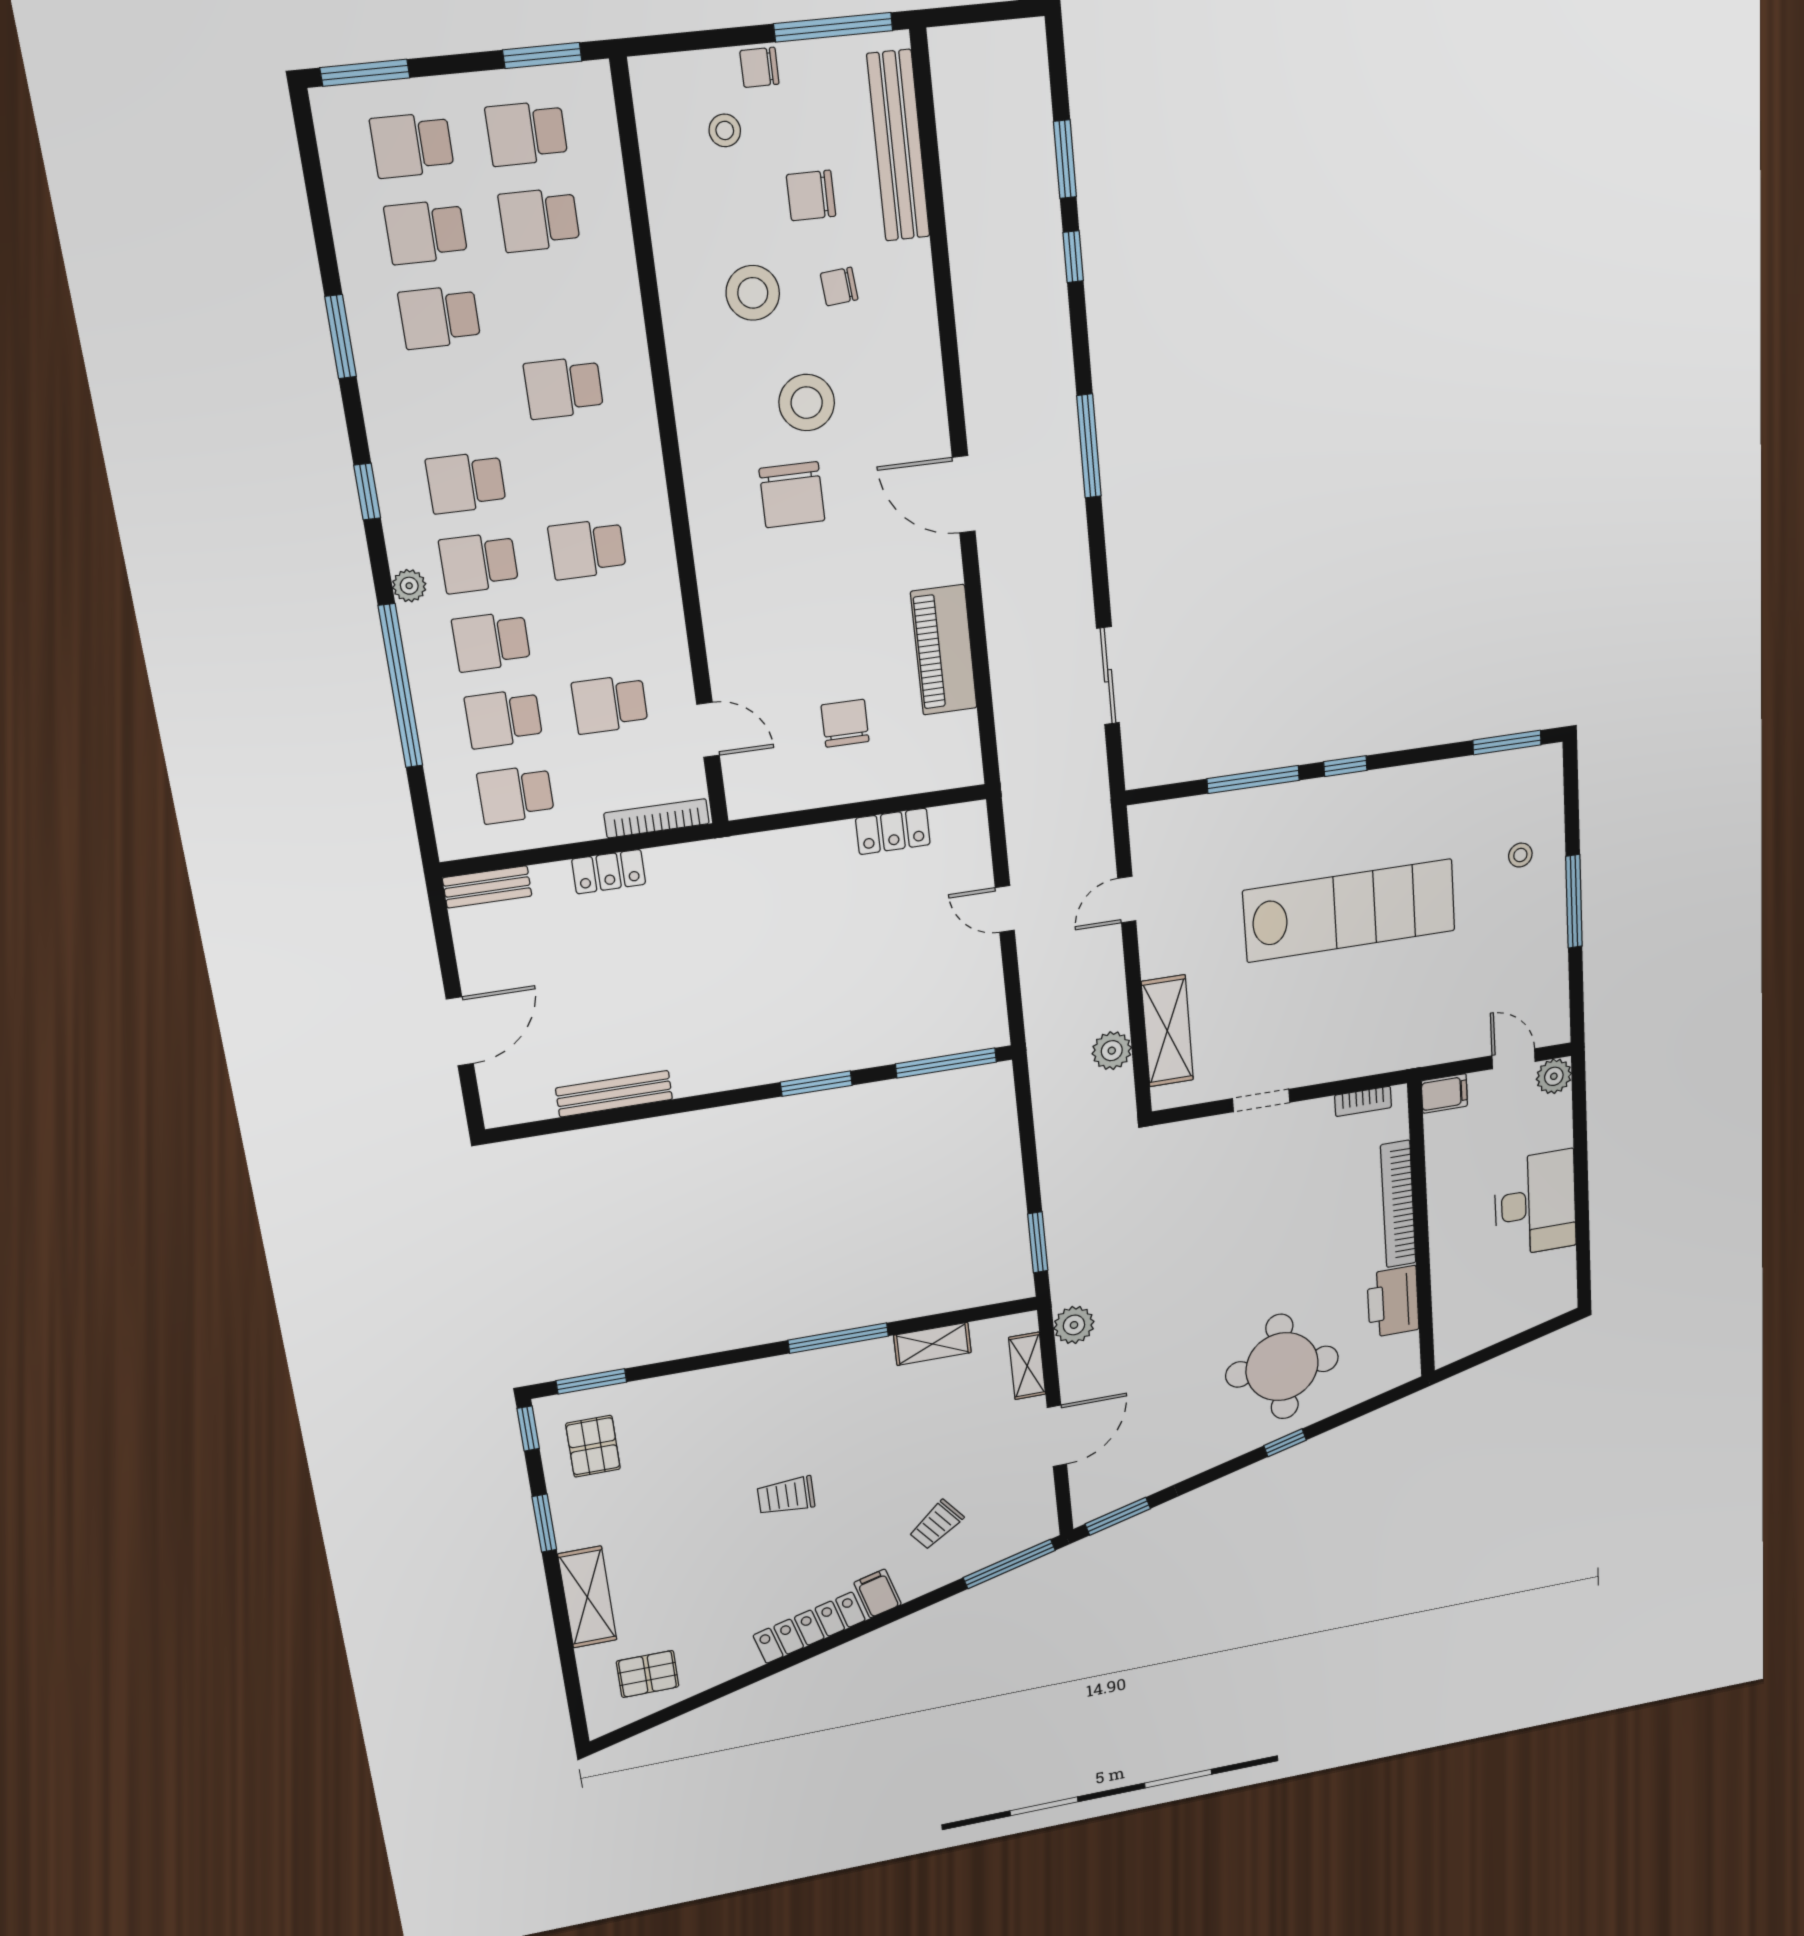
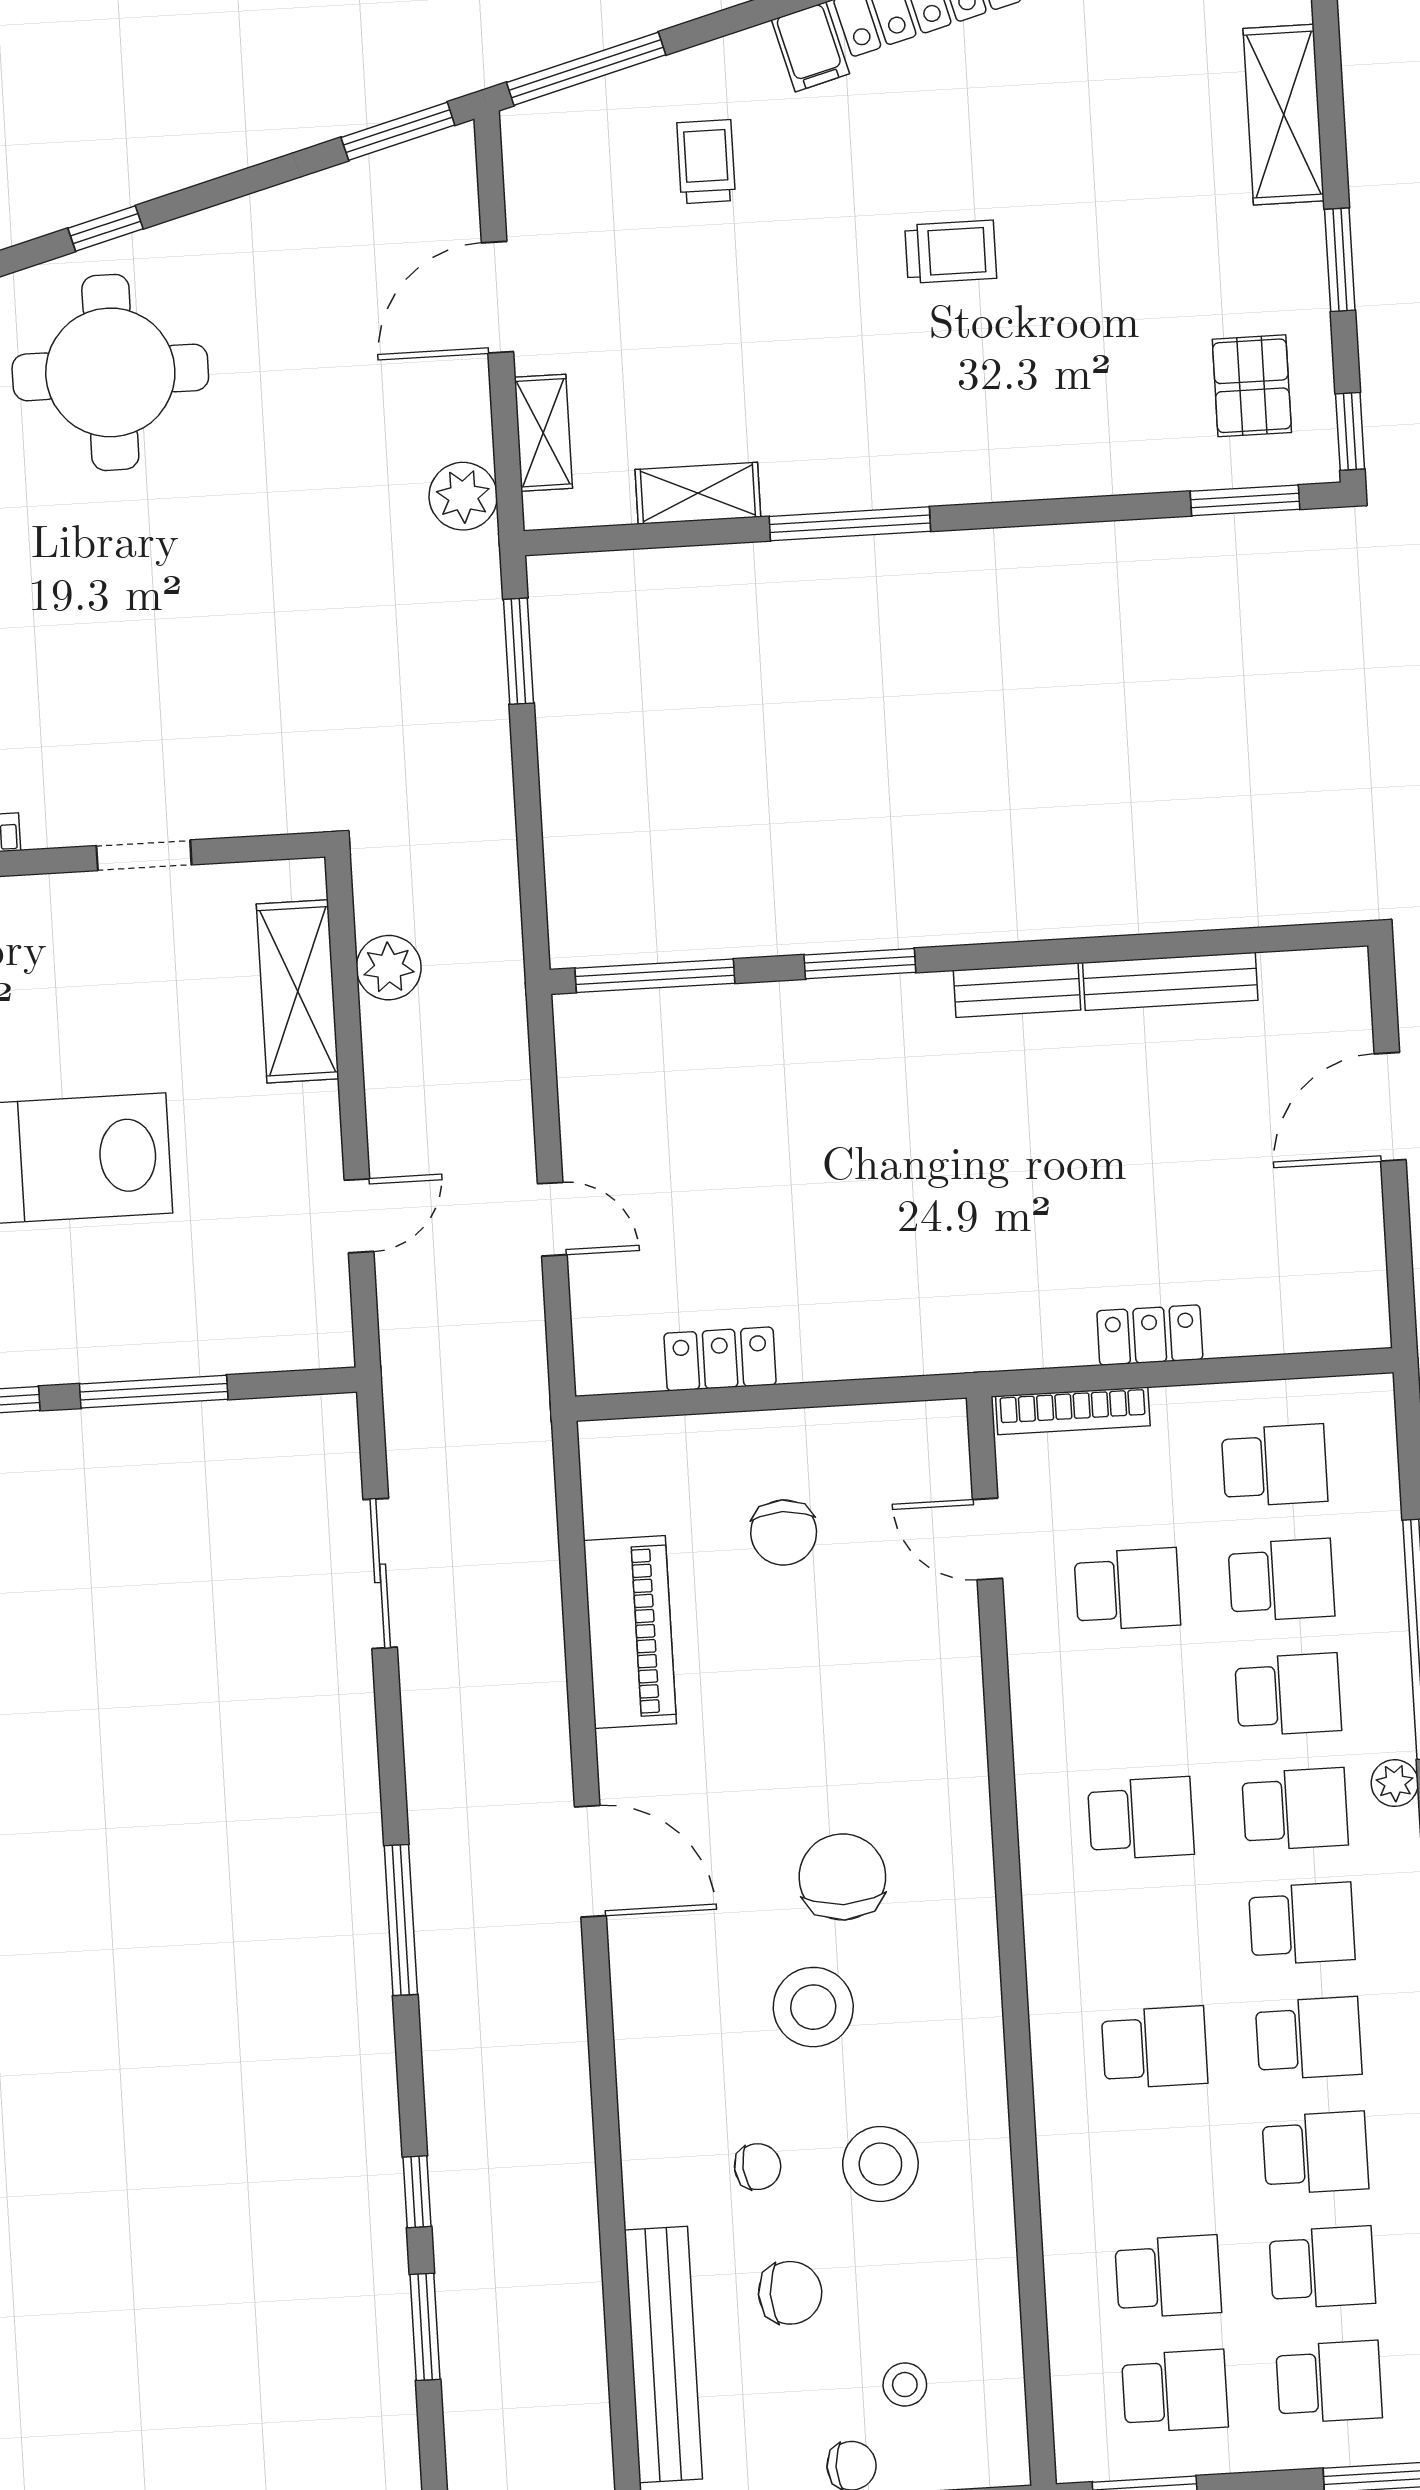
school desk: (453, 401) -> (1309, 2038), added
bench: (487, 887) -> (1017, 990), moved
trolley: (936, 1525) -> (706, 162), turned -52

